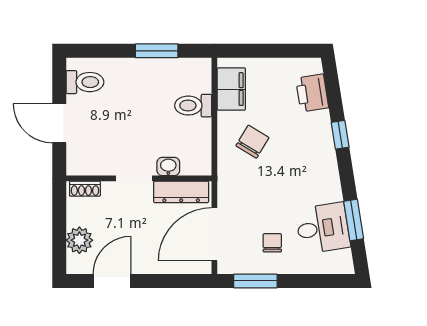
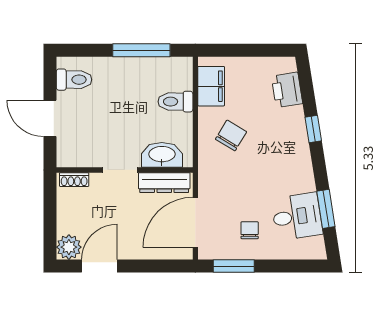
window: (157, 51) -> (141, 50), width x1.44
washbasin: (168, 167) -> (162, 155), width x1.91, depth x1.45
plant: (79, 240) -> (69, 247), moved

